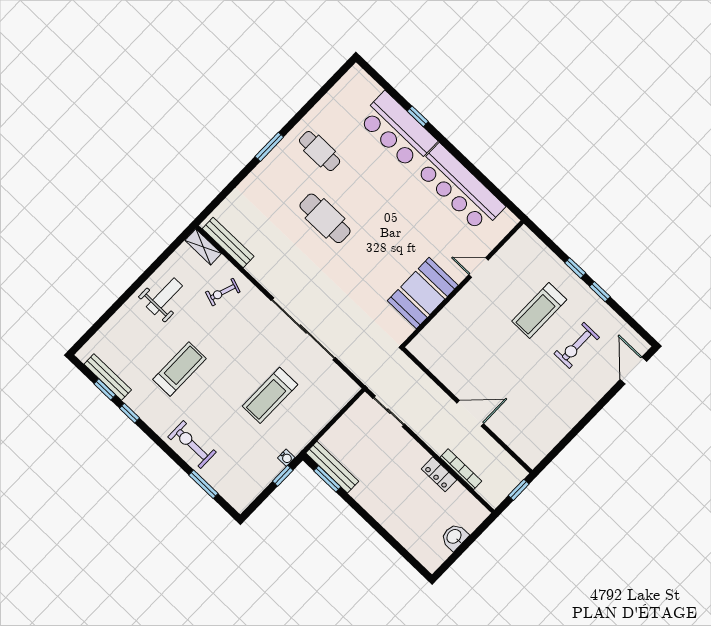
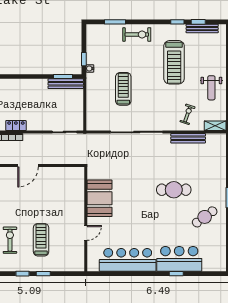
cafe table: (320, 151) -> (205, 217), turned -36
bench: (228, 243) -> (188, 138), moved
treadmill: (180, 369) -> (174, 62), width x1.37, depth x1.38

